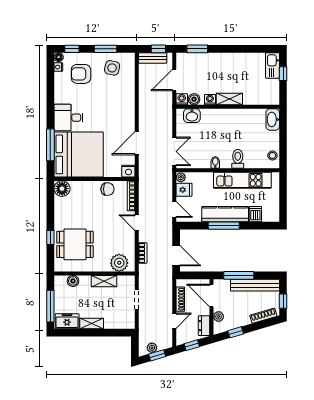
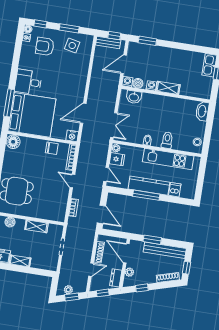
plant: (119, 263) -> (52, 213), removed
window: (239, 275) -> (152, 240), width x0.69

